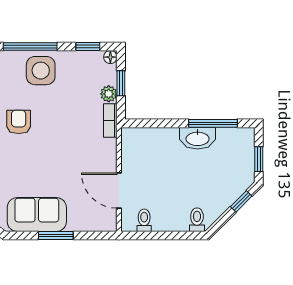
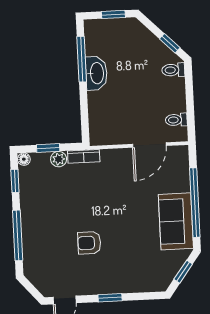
side table: (41, 71) -> (40, 224), removed
window: (241, 201) -> (170, 43), moved
window: (56, 236) -> (195, 203), width x2.11

